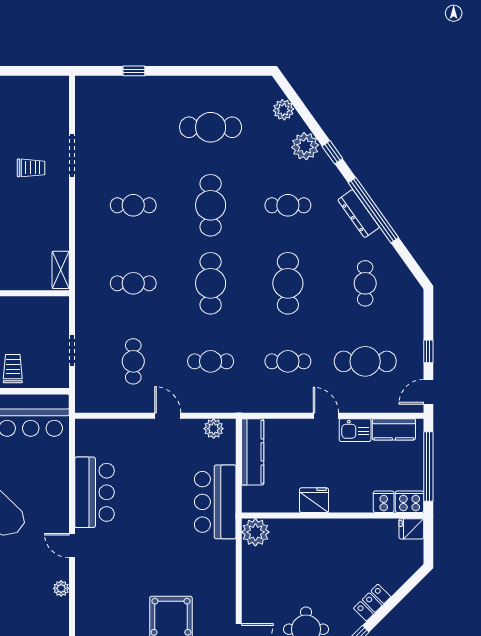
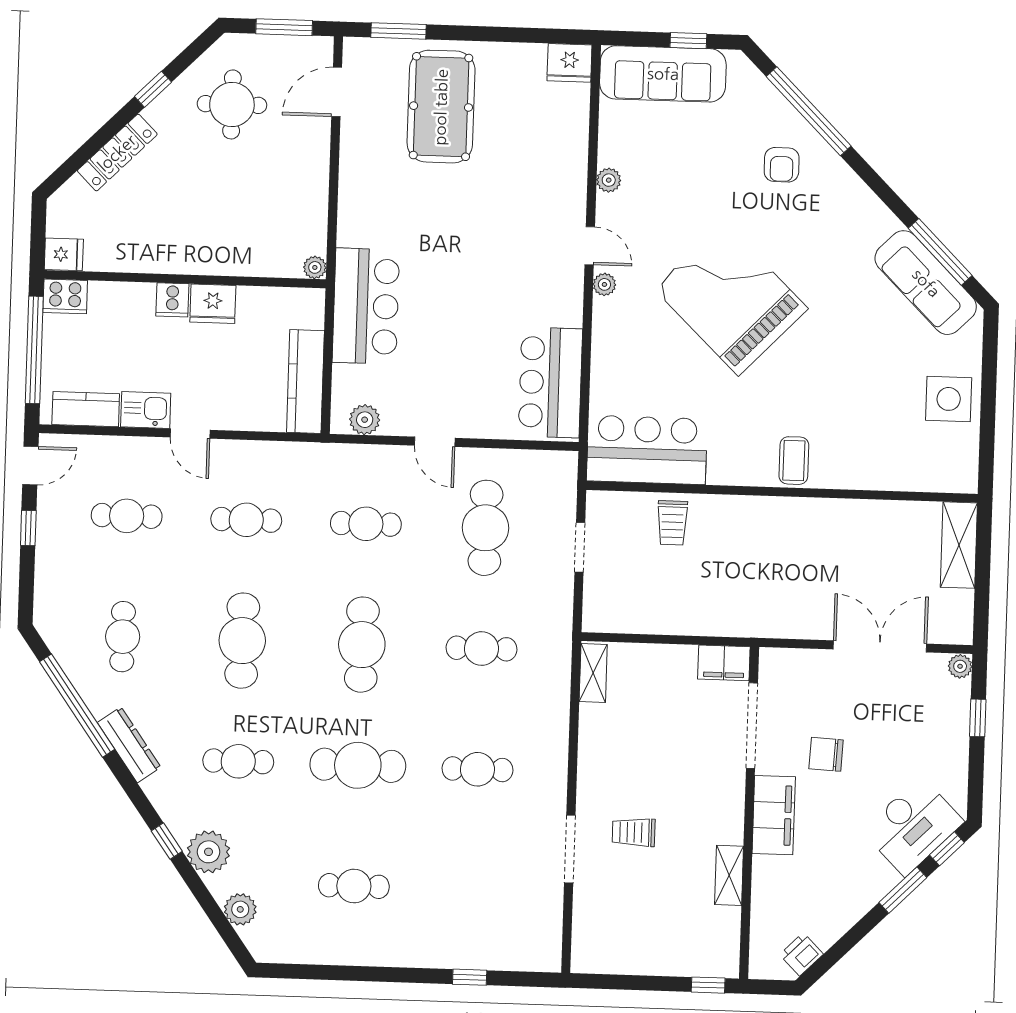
cafe table: (211, 127) -> (354, 886), width x0.73, depth x0.74
cafe table: (211, 205) -> (358, 765), turned 90
window: (373, 210) -> (77, 706), moved
cafe table: (133, 361) -> (485, 528), width x1.37, depth x1.35
cafe table: (365, 361) -> (127, 516), width x0.73, depth x0.74
bar counter: (94, 492) -> (550, 382), moved
cooker: (384, 502) -> (172, 300), moved
plant: (62, 521) -> (604, 284), added
plant: (255, 532) -> (315, 267), width x0.53, depth x0.53
locker: (372, 603) -> (117, 153), width x1.53

